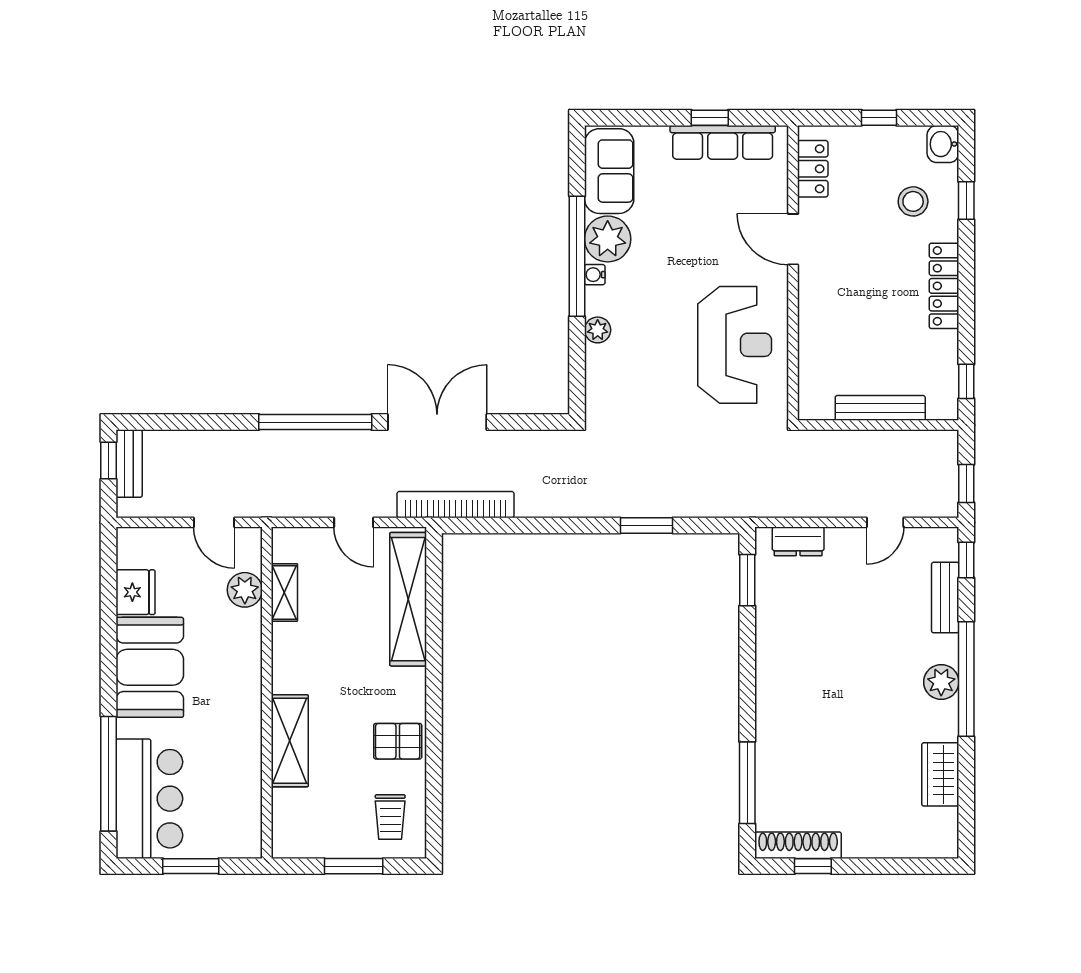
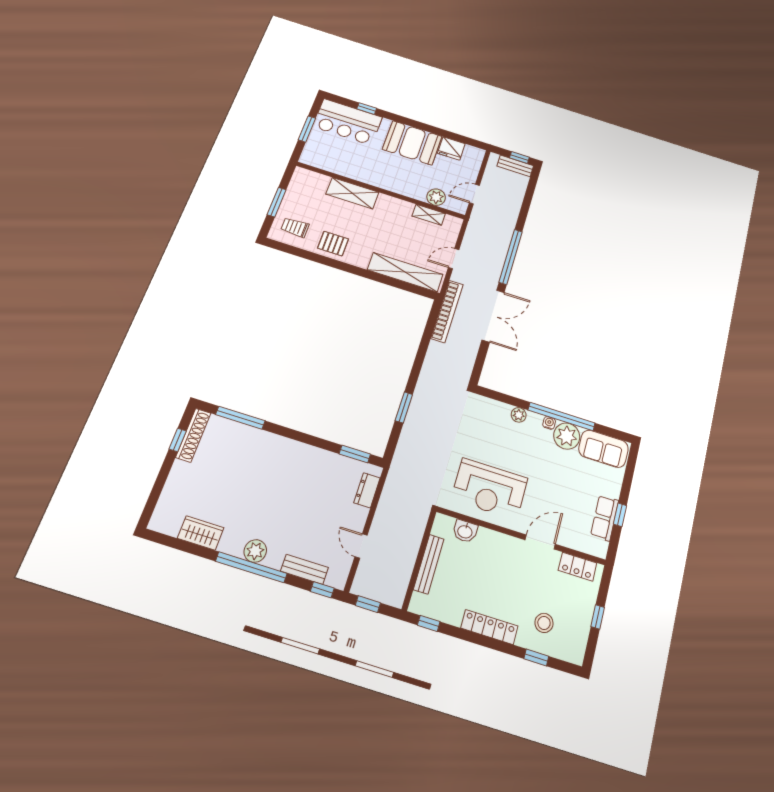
row of seats: (723, 142) -> (605, 518), width x0.68
washbasin: (943, 144) -> (465, 531), moved, turned 180
pallet: (398, 741) -> (333, 244), turned 90
window: (109, 774) -> (367, 109), width x0.32

